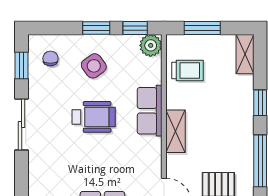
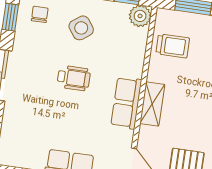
row of seats: (150, 111) -> (126, 103), moved
wheelchair: (94, 117) -> (74, 78), width x0.73, depth x0.73

